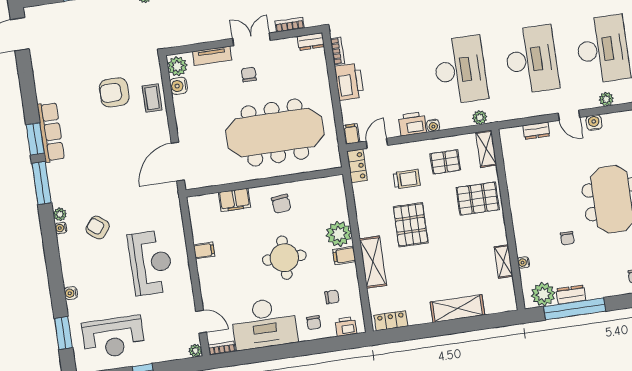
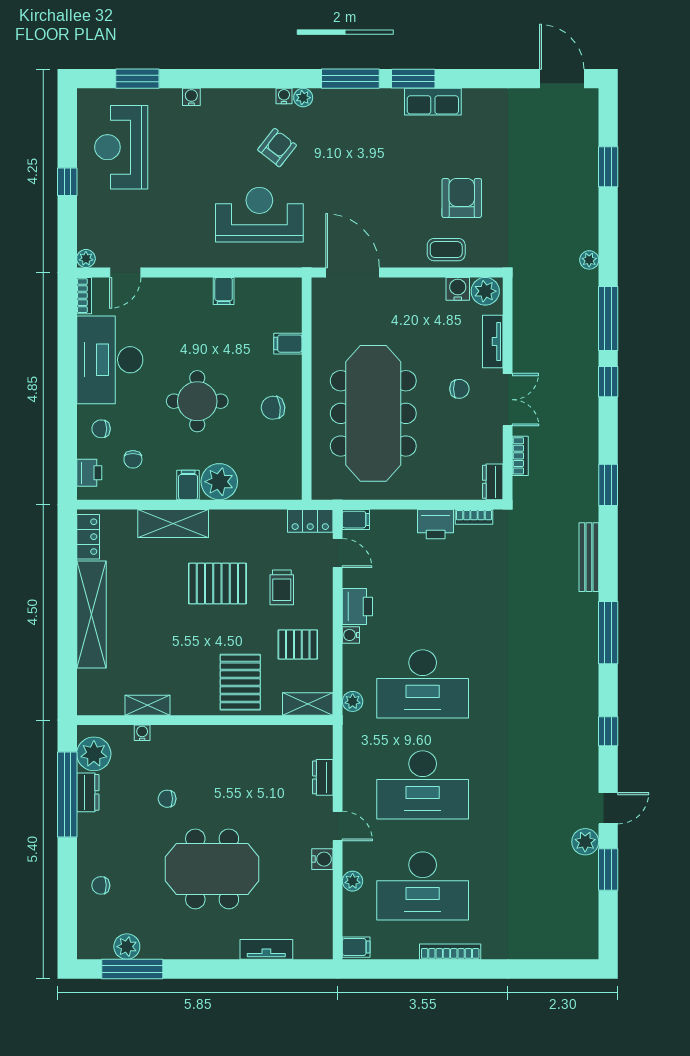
printer: (349, 82) -> (436, 524), width x0.73, depth x0.84
door: (569, 115) -> (338, 826), swing flipped
row of seats: (51, 132) -> (433, 102), width x0.68
pallet: (445, 162) -> (298, 644), turned 90
filing cabinet: (234, 200) -> (288, 344), width x0.50
reception desk: (151, 263) -> (259, 215), moved, turned 180
shelving: (457, 309) -> (91, 615), width x1.47

